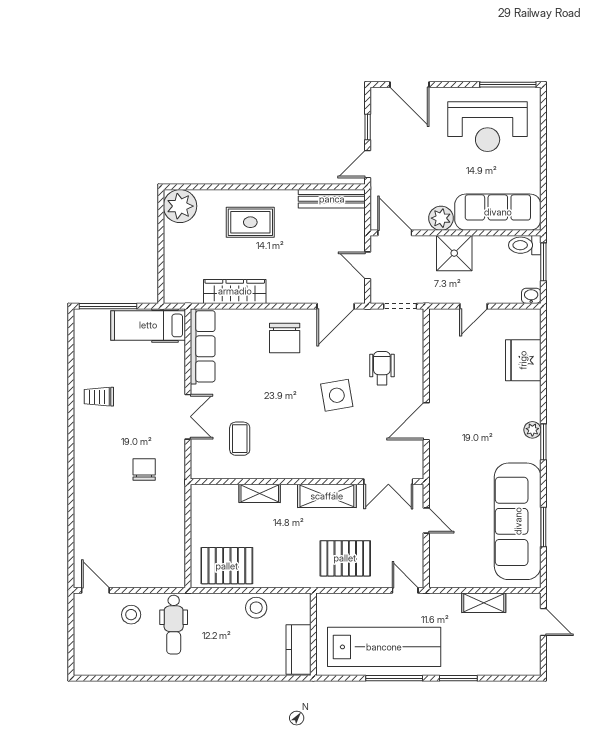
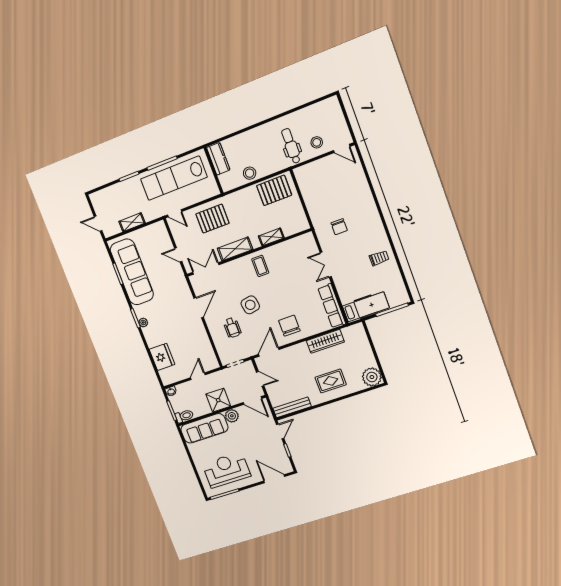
coffee table: (240, 439) -> (260, 266), moved

